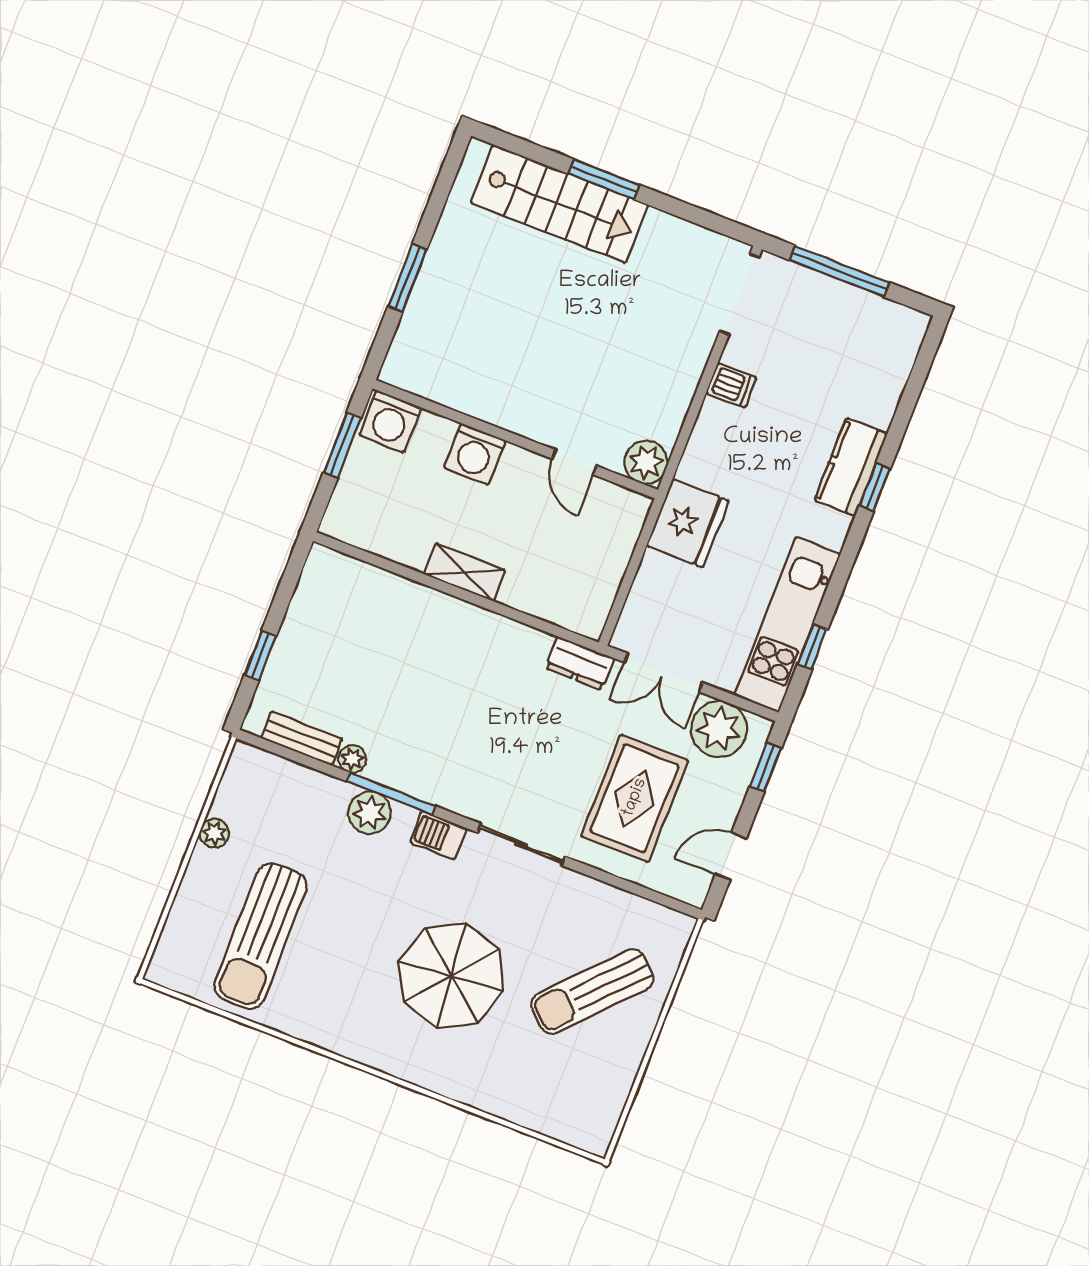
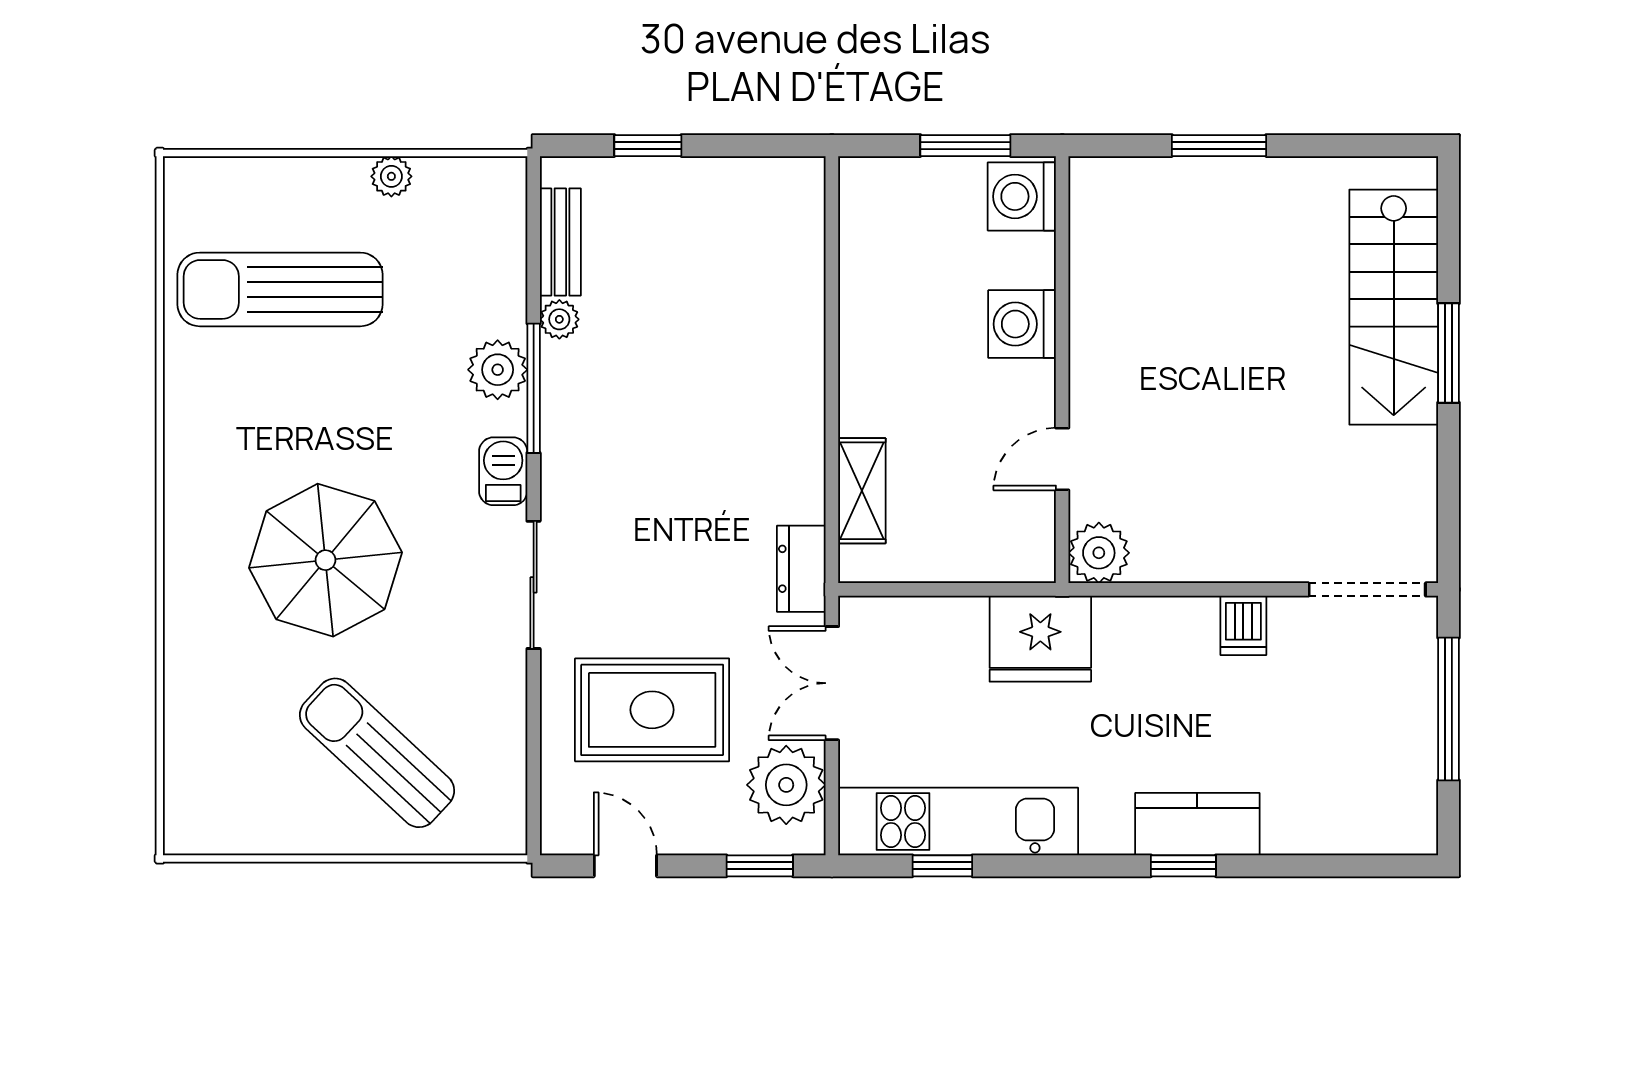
shelving: (465, 572) -> (862, 491), moved

